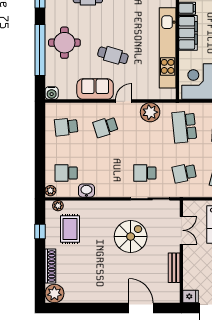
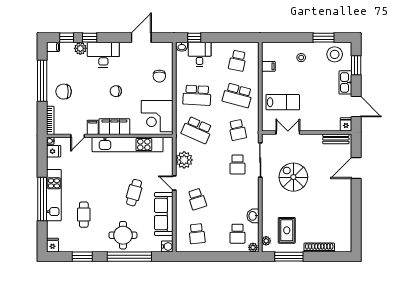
sofa: (95, 89) -> (164, 214), width x1.36
school desk: (184, 127) -> (197, 130), turned 30
rug: (70, 229) -> (287, 230), turned 90
window: (40, 231) -> (289, 257), width x2.17
bench: (174, 268) -> (336, 139), moved
plant: (54, 293) -> (343, 244), removed

